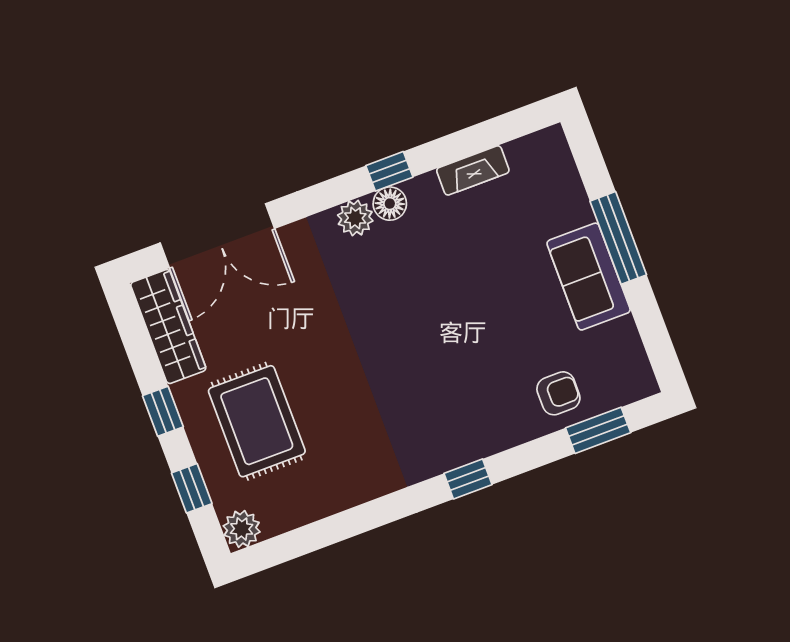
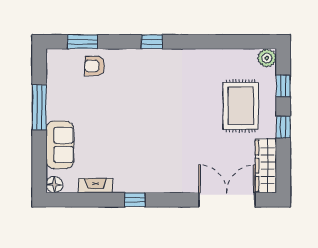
floor lamp: (390, 204) -> (54, 185), moved
plant: (355, 218) -> (159, 184), removed
window: (618, 238) -> (39, 107), moved
sofa: (589, 277) -> (60, 145), moved

